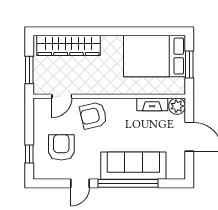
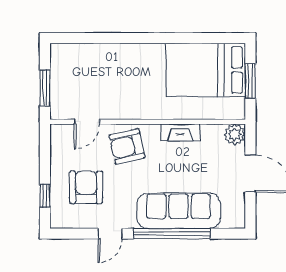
wardrobe: (69, 45) -> (95, 56), removed
fireplace: (152, 104) -> (180, 132), moved

